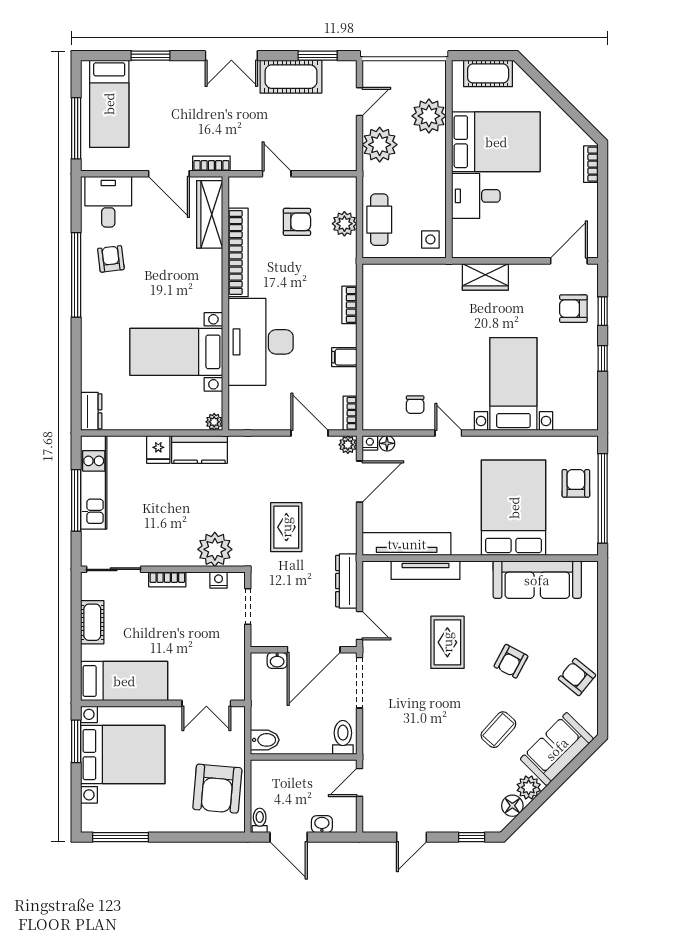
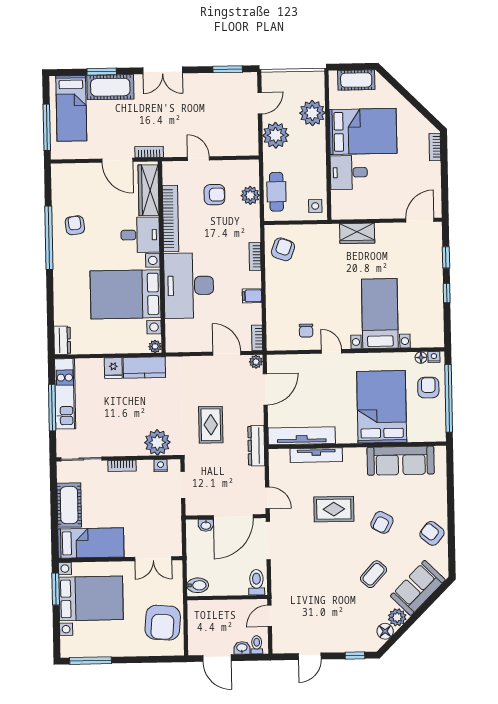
cot: (291, 77) -> (110, 87), moved
desk: (108, 202) -> (140, 235), moved, turned 90
armchair: (573, 309) -> (283, 249), moved, turned 110
bed with nightstands: (176, 352) -> (125, 294), width x1.36
nightstand: (370, 443) -> (434, 357), moved
floor lamp: (387, 443) -> (421, 358), moved
dresser: (346, 581) -> (256, 446), moved
cot: (92, 622) -> (69, 505), width x1.37, depth x1.34
rug: (447, 642) -> (334, 509), turned 90
toilet: (260, 820) -> (257, 645), moved

